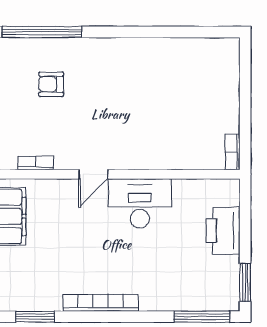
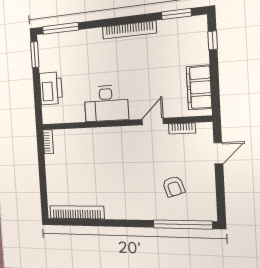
bookcase: (194, 47) -> (77, 212), added
armchair: (51, 84) -> (174, 186), turned 72
door: (93, 174) -> (153, 122), moved

